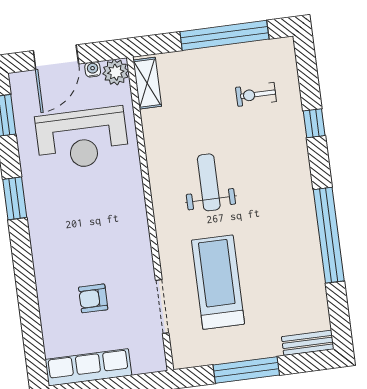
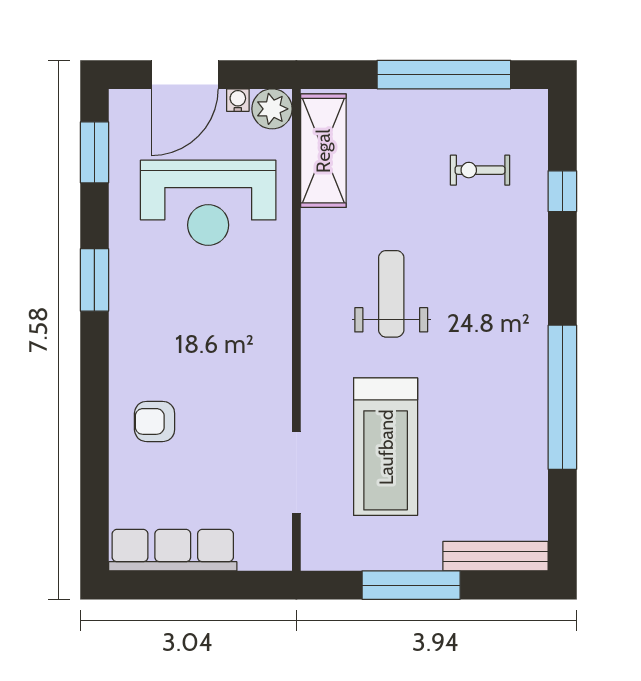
shelving: (147, 83) -> (323, 151), width x1.50, depth x1.33
window: (314, 123) -> (562, 191), moved
treadmill: (218, 282) -> (386, 447), turned 180
armchair: (93, 298) -> (155, 421), moved
bench: (308, 343) -> (495, 556), width x1.36

